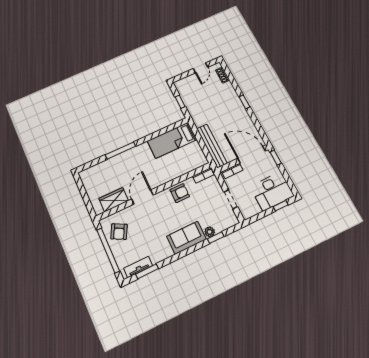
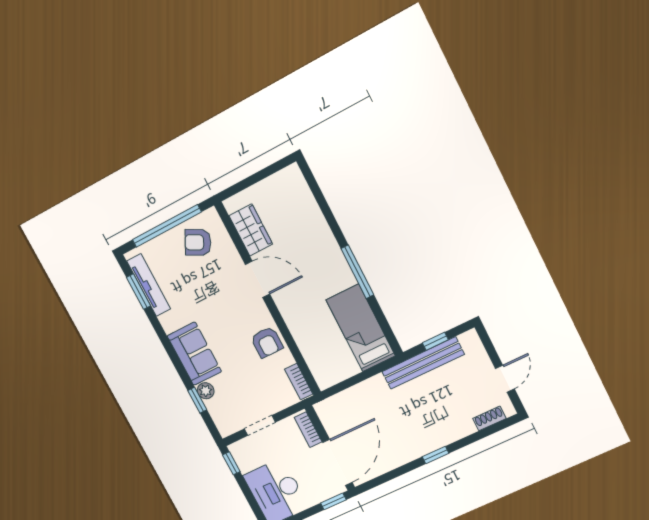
door: (201, 68) -> (505, 379), swing flipped
bench: (212, 146) -> (423, 363), moved
window: (120, 151) -> (357, 272), moved
window: (281, 206) -> (231, 463), moved
tv unit: (138, 267) -> (149, 285), width x1.41

